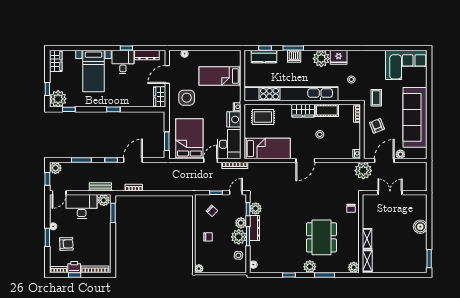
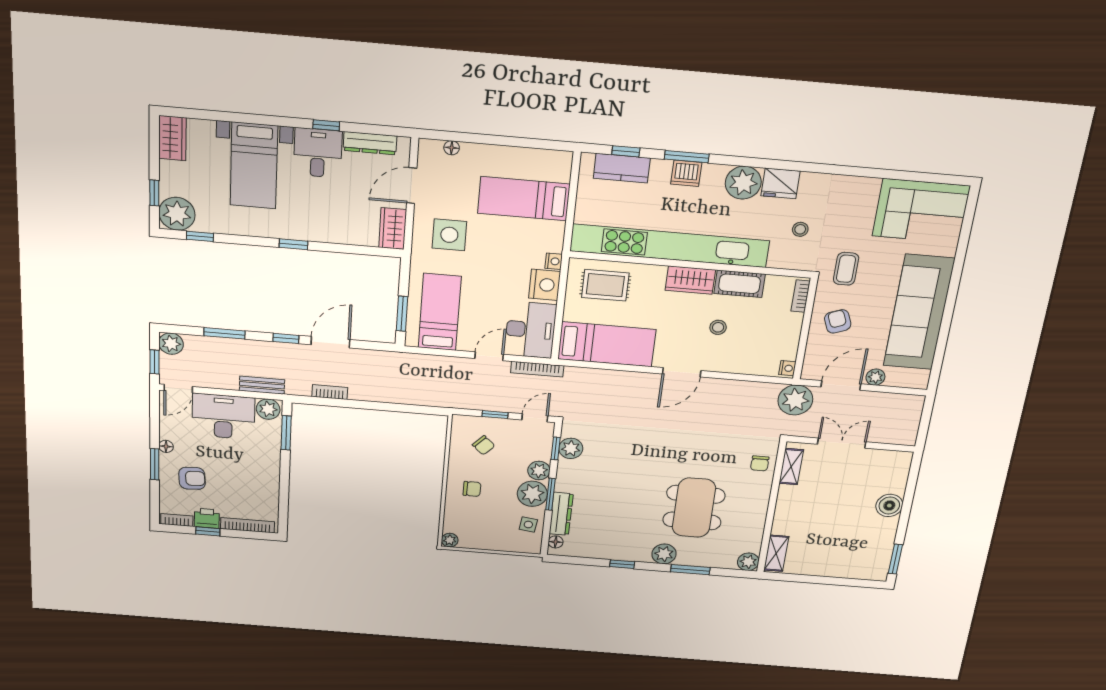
bed: (189, 139) -> (440, 312), width x0.67
dresser: (254, 228) -> (561, 514), moved
shelving: (367, 239) -> (791, 467), moved

